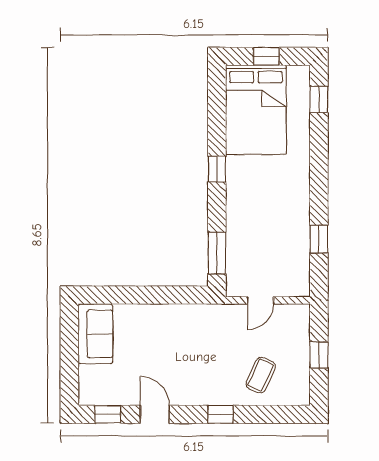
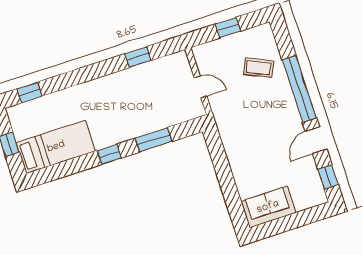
bed: (256, 110) -> (56, 147), width x0.67
window: (217, 253) -> (153, 140), moved
window: (221, 414) -> (299, 89), width x3.17

